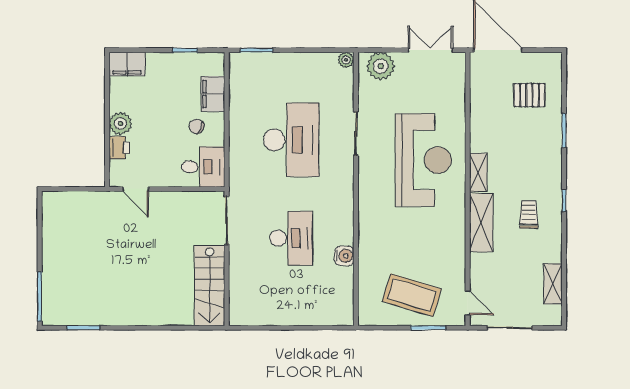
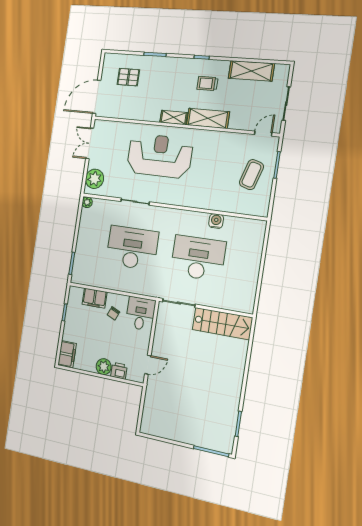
pallet: (529, 95) -> (128, 77), turned 90
desk: (291, 238) -> (198, 258), width x1.36, depth x1.30
shelving: (553, 284) -> (251, 71), width x1.50, depth x1.33
coffee table: (412, 295) -> (251, 175), width x0.73, depth x0.76

